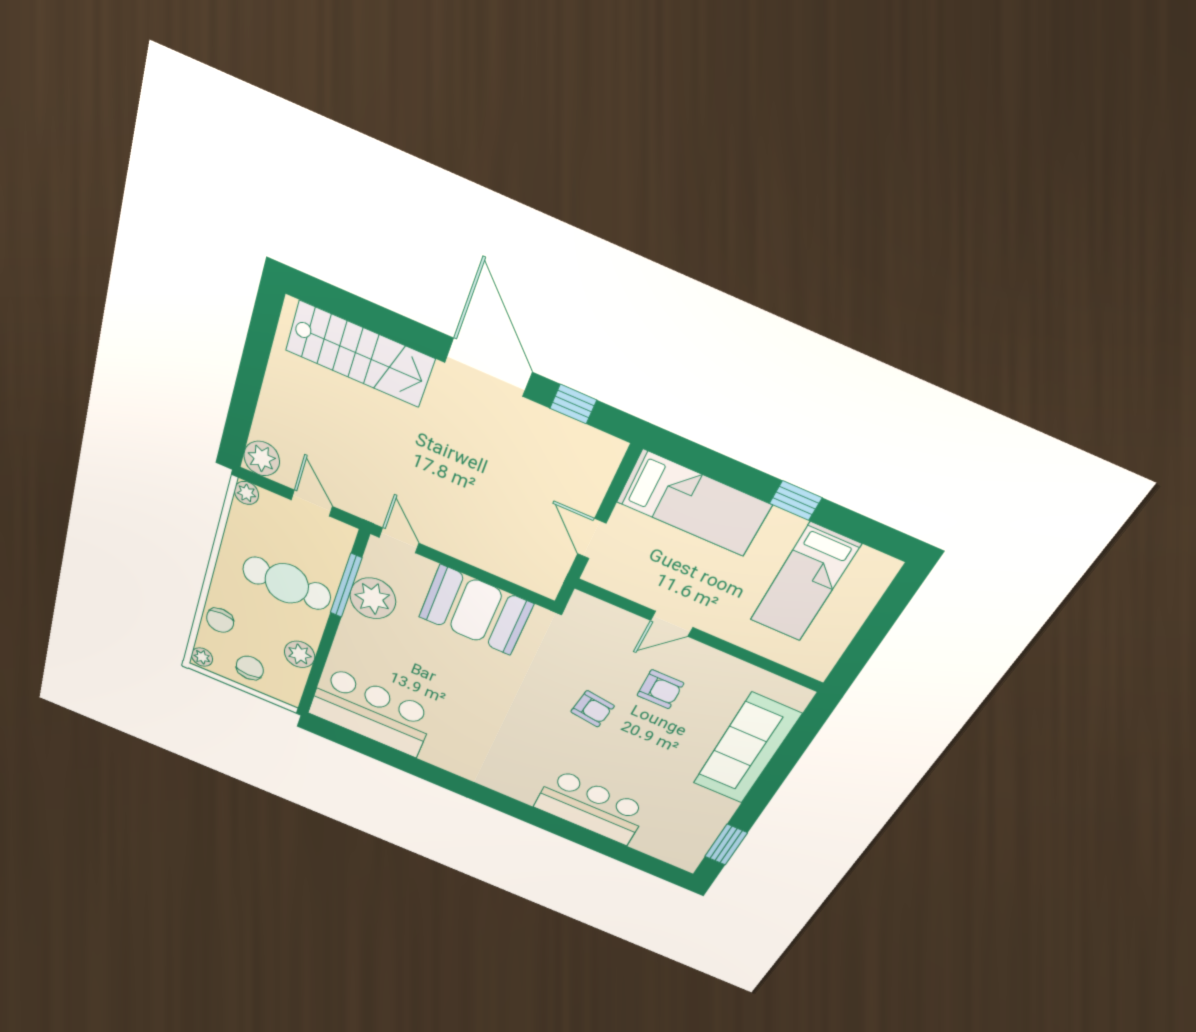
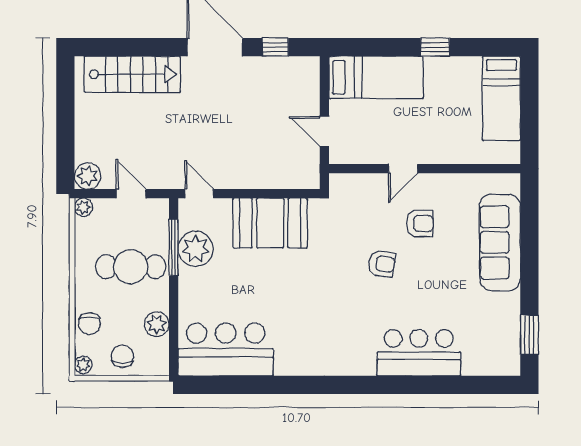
bed: (805, 583) -> (501, 98), moved

